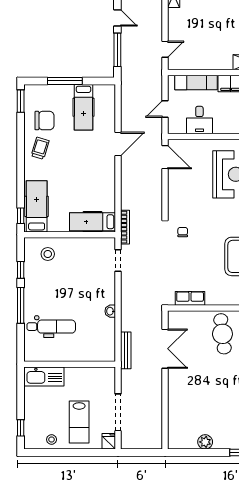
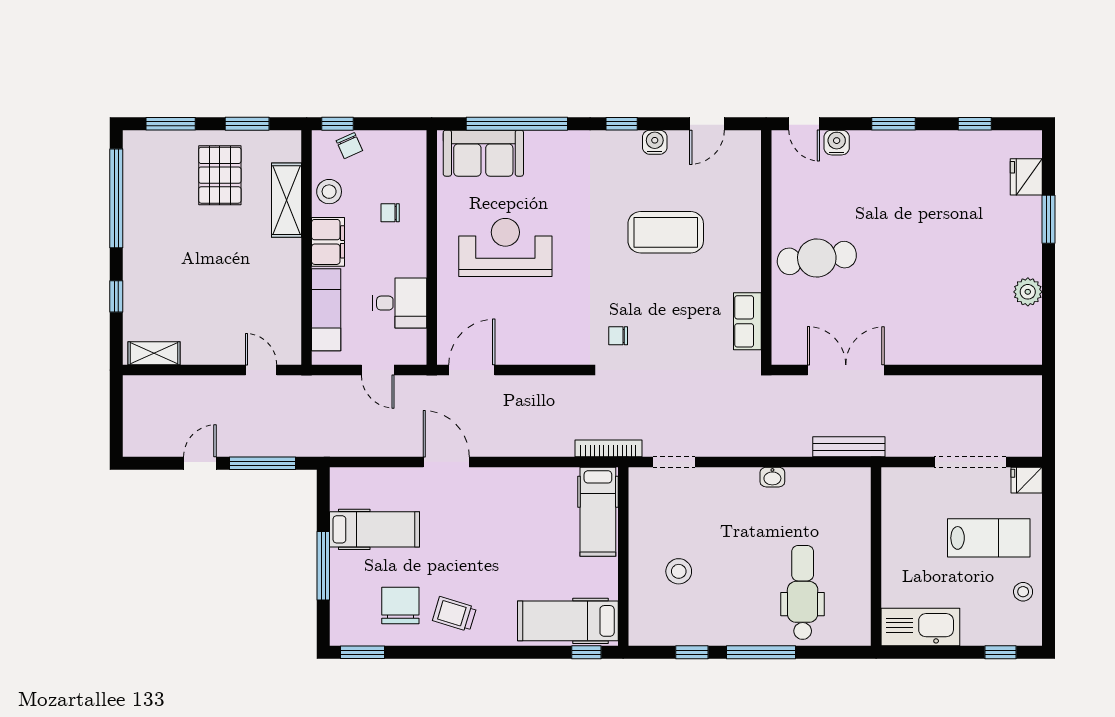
stool: (48, 254) -> (679, 571), moved
kitchen sink: (44, 376) -> (920, 627), moved, turned -90

